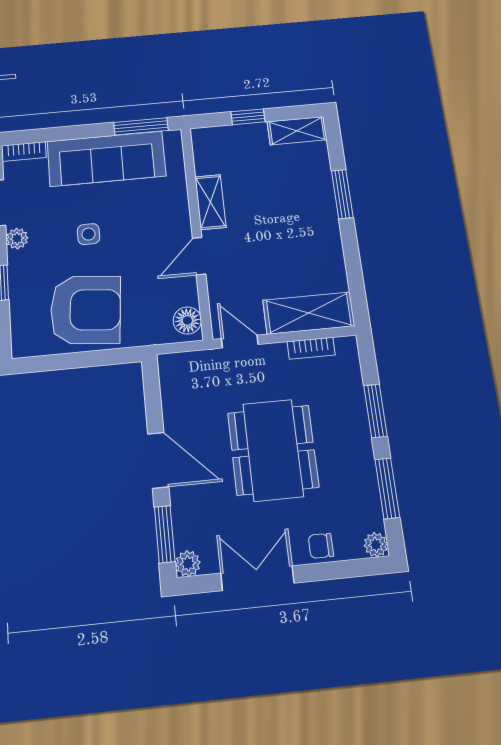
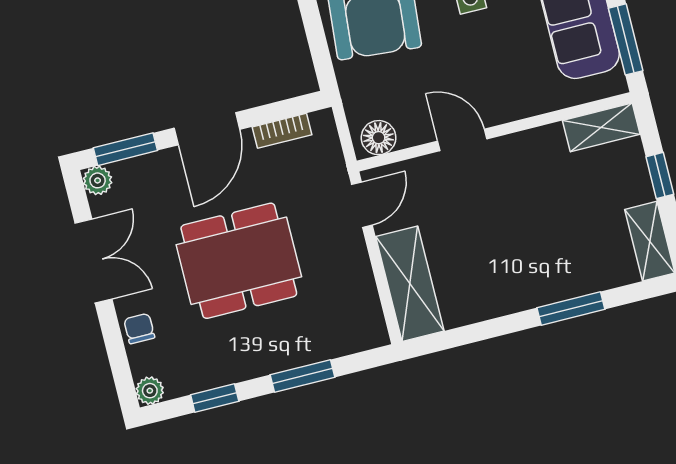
shelving: (210, 202) -> (601, 127), moved
bookcase: (311, 348) -> (282, 131), moved, turned -90
window: (387, 488) -> (215, 398), width x0.67

